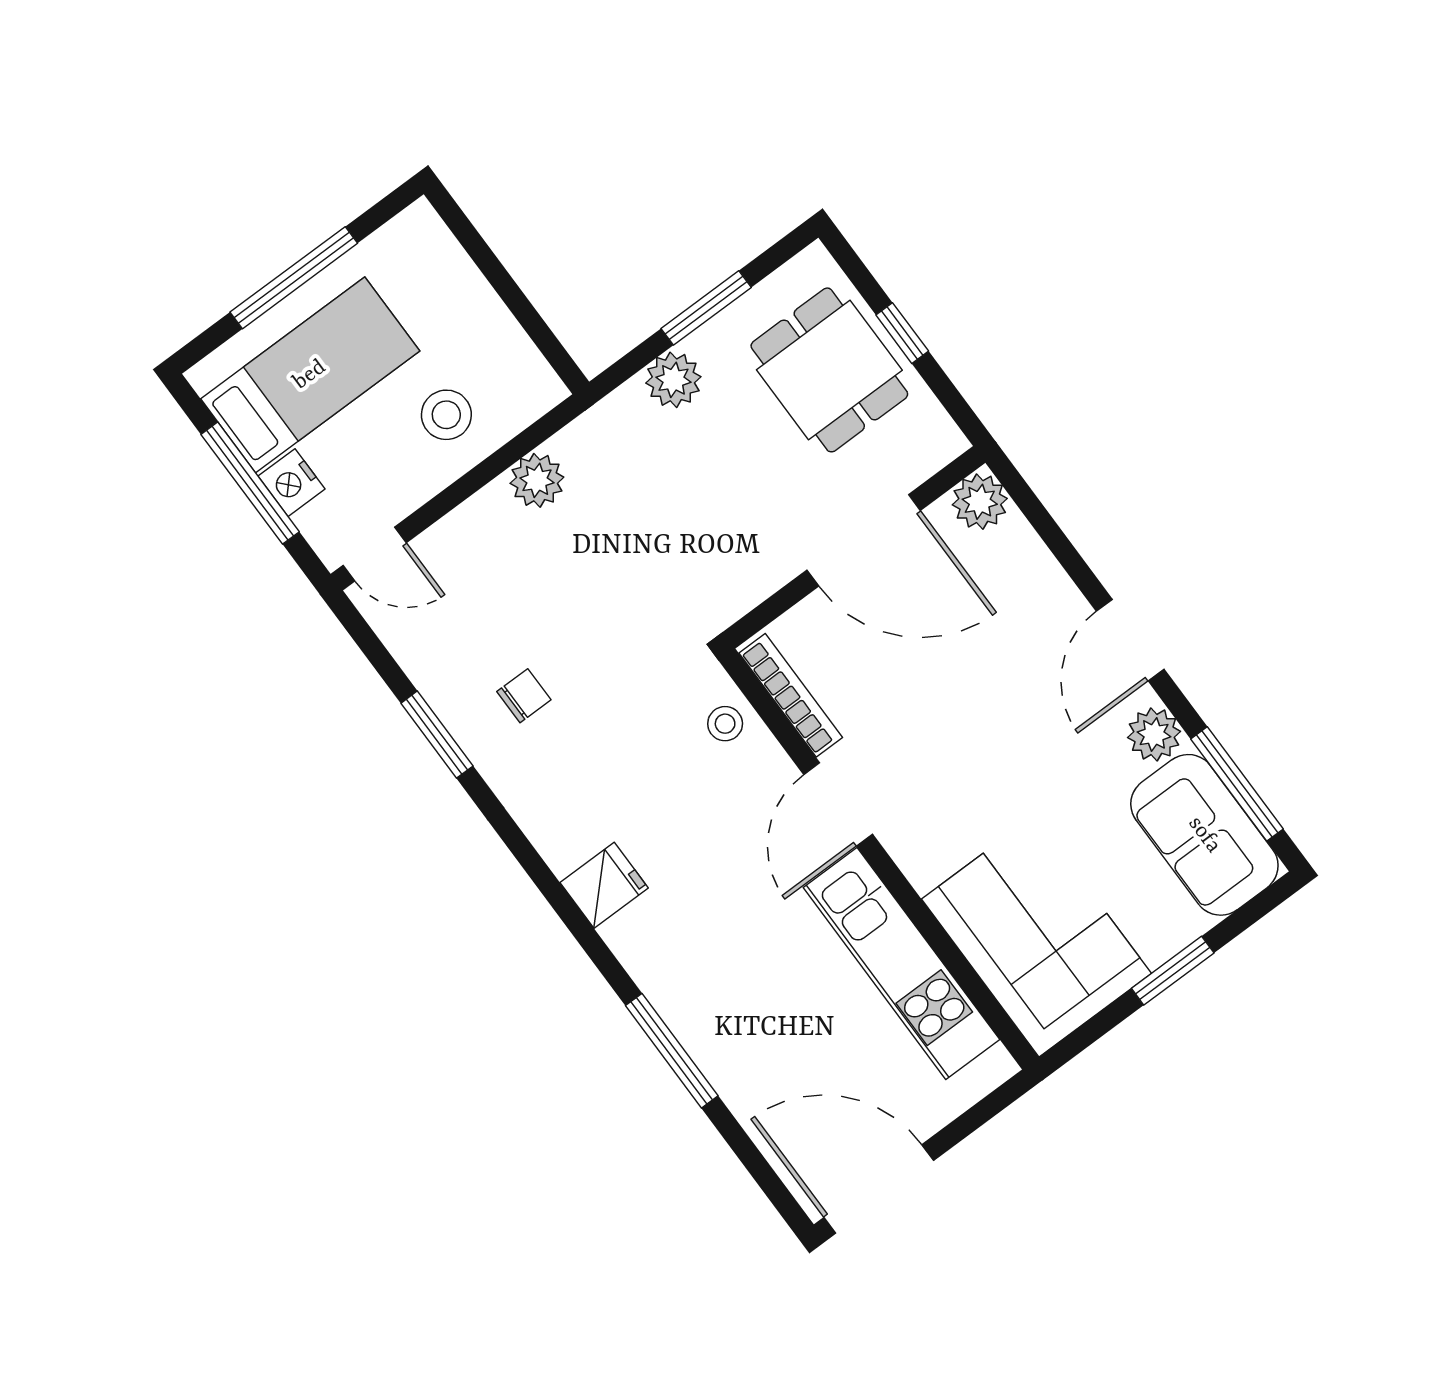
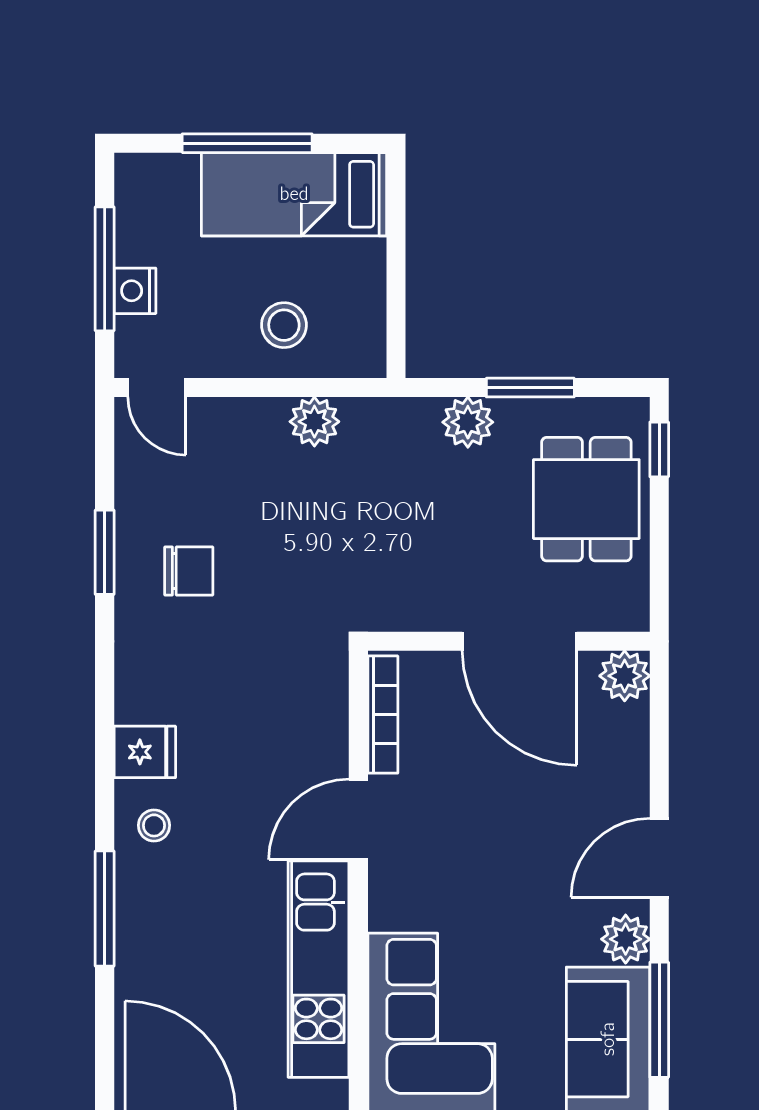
window: (902, 333) -> (659, 449), moved
bed: (310, 375) -> (294, 194), moved, turned 180
chair: (524, 696) -> (189, 571), width x1.37, depth x1.37
stool: (725, 724) -> (154, 825), moved

